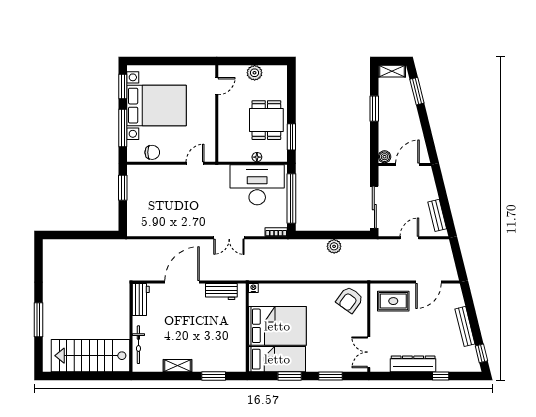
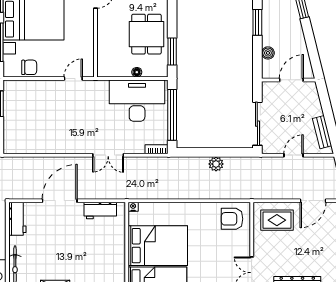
boiler: (385, 157) -> (268, 53), moved
armchair: (350, 300) -> (232, 219), turned 54

